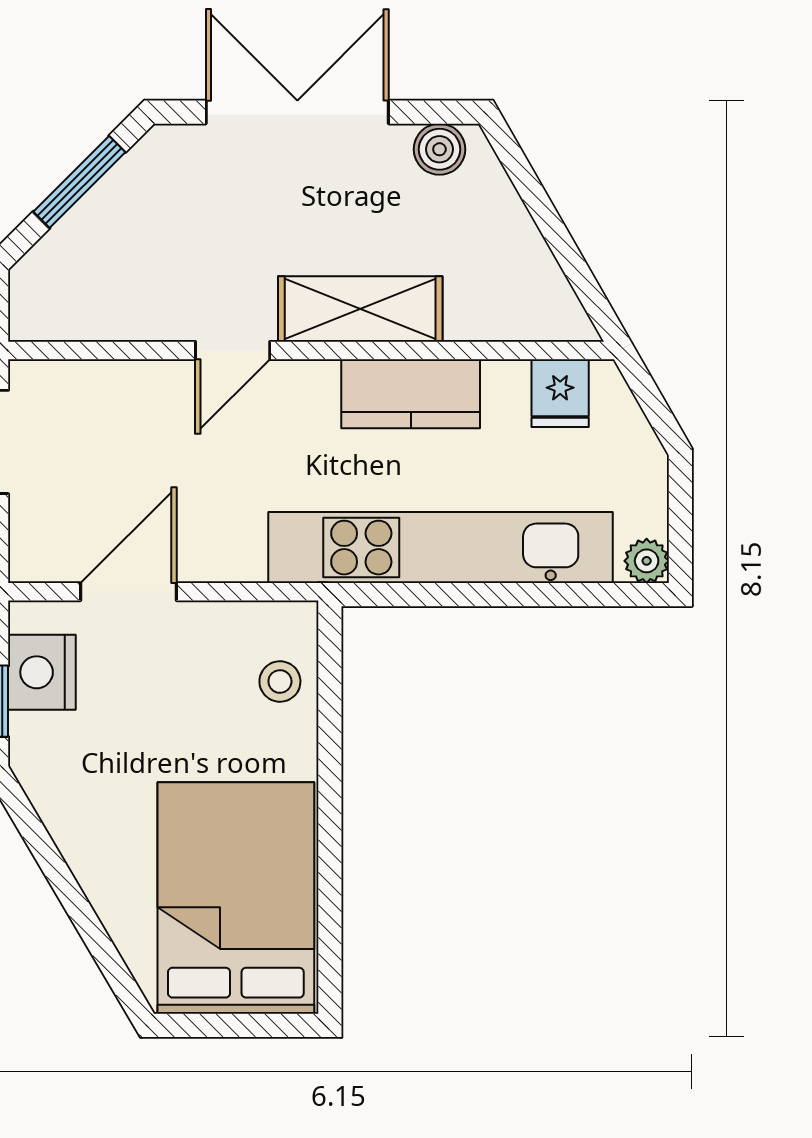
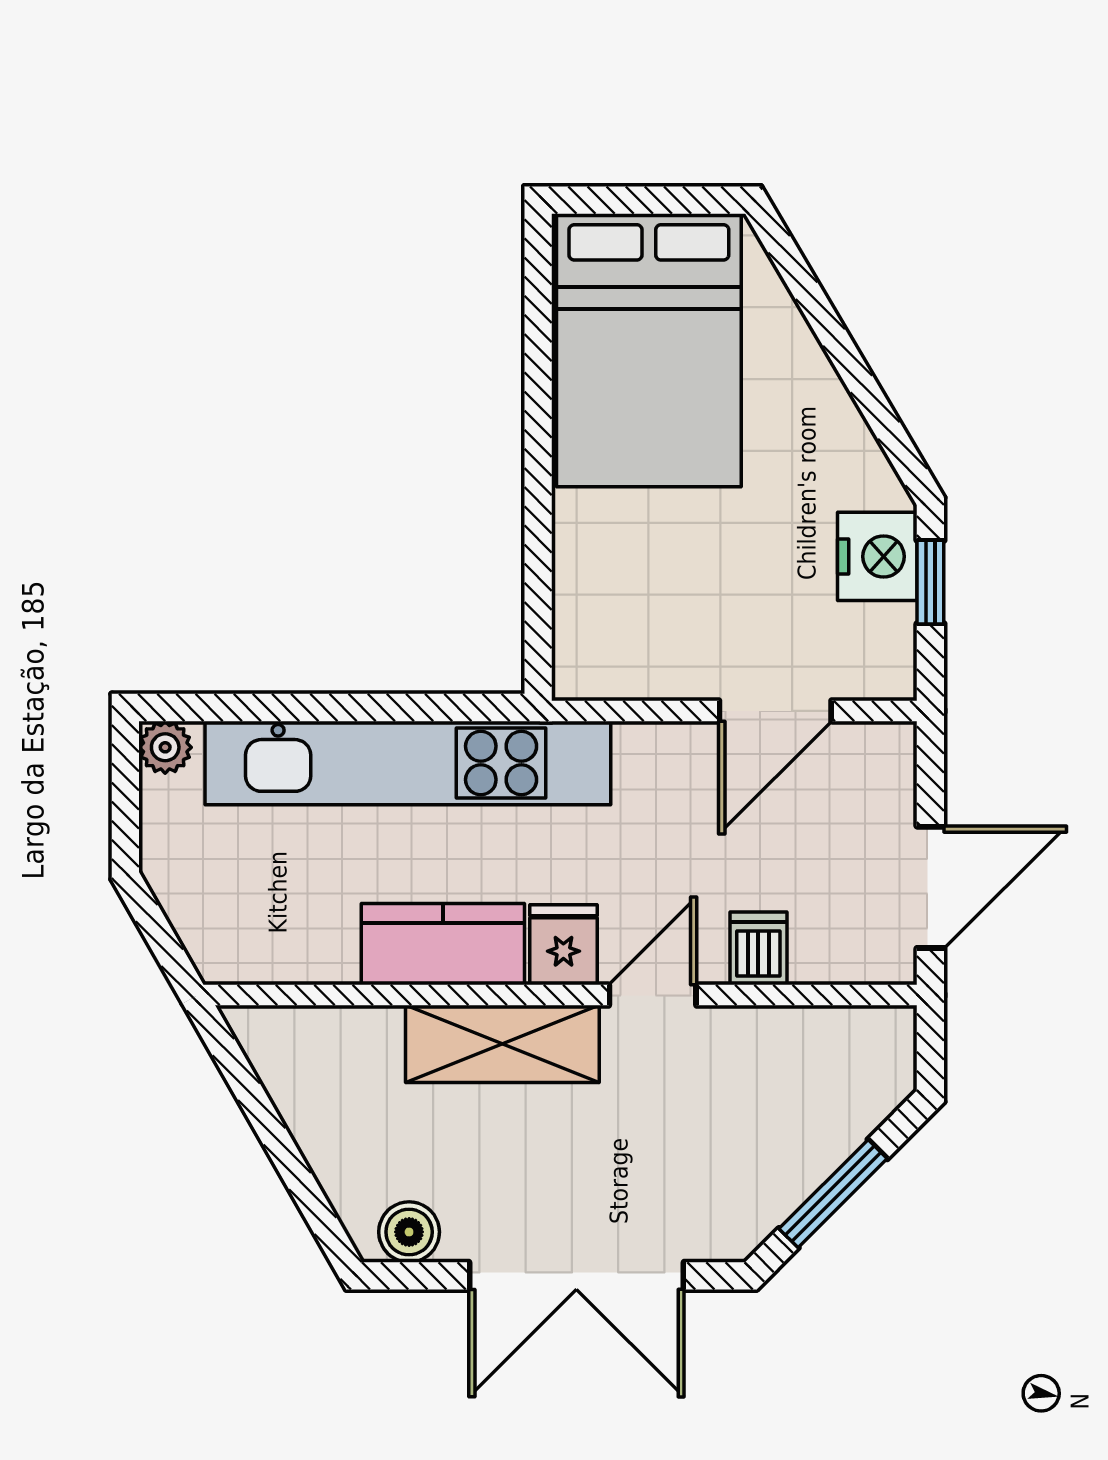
dishwasher: (143, 390) -> (758, 948), added
fridge: (560, 393) -> (563, 945), moved
nightstand: (42, 672) -> (877, 556), moved
stool: (280, 681) -> (597, 605), removed

